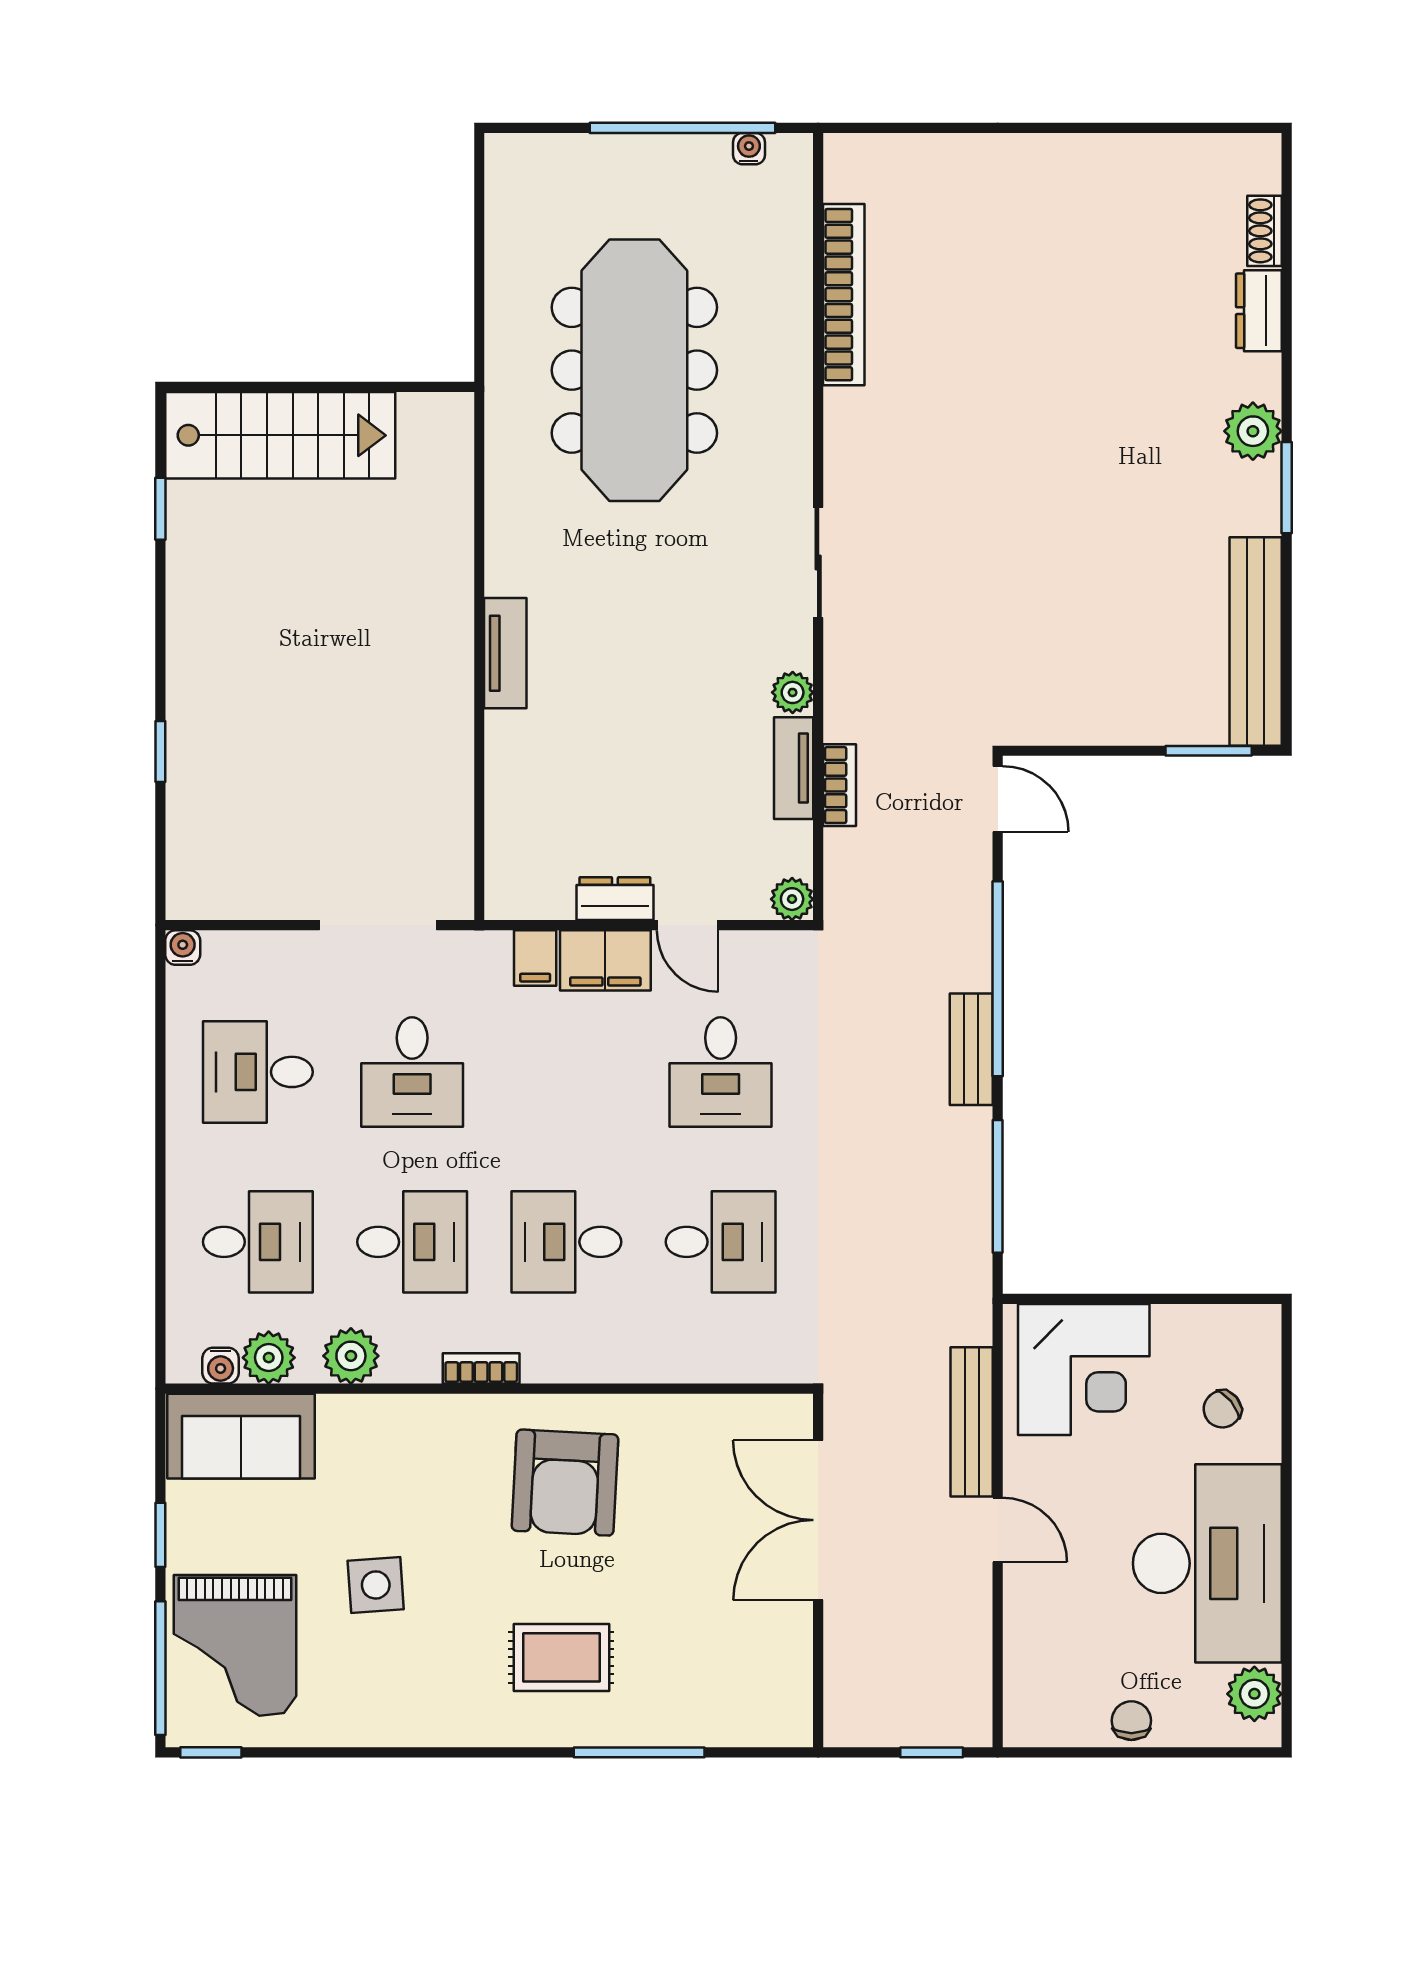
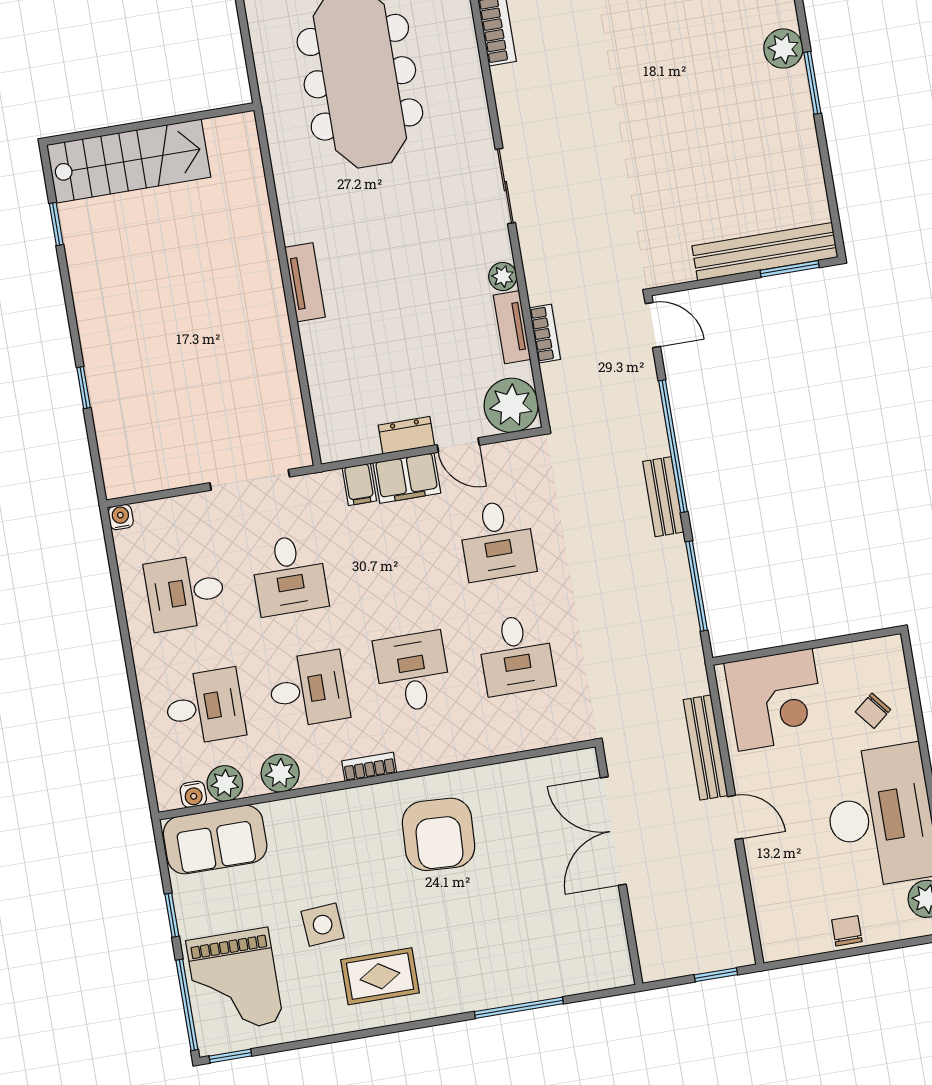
bench: (1256, 641) -> (765, 252), moved, turned 90
plant: (792, 899) -> (511, 405), width x1.88, depth x1.88
desk: (566, 1242) -> (412, 672), turned 90
desk: (721, 1242) -> (516, 655), turned 90
rug: (561, 1657) -> (380, 976), moved

